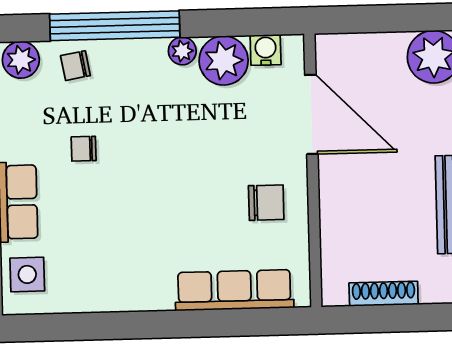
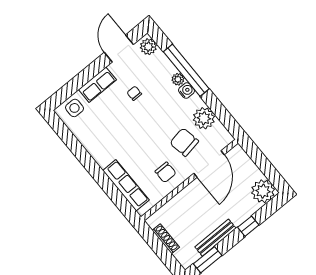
water cooler: (266, 50) -> (187, 91), moved
plant: (182, 51) -> (178, 79), moved
chair: (75, 66) -> (184, 142), moved, width x1.87, depth x1.87

